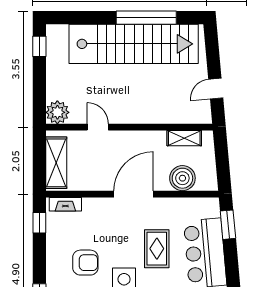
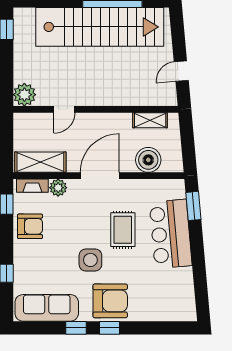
door: (98, 127) -> (64, 109), swing flipped
shelving: (56, 163) -> (40, 162), moved, turned 90
plant: (91, 206) -> (58, 188), added
armchair: (85, 263) -> (30, 226), moved

